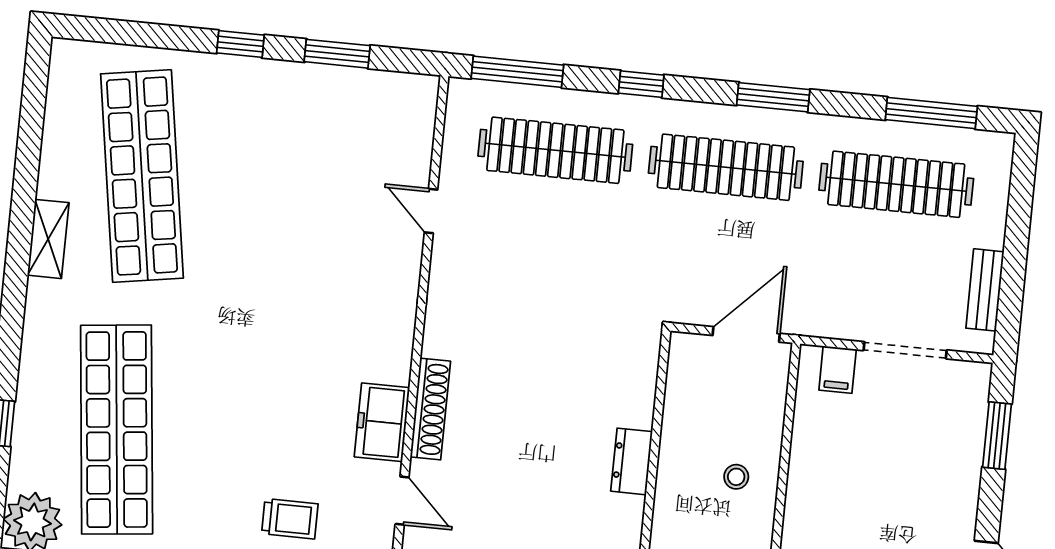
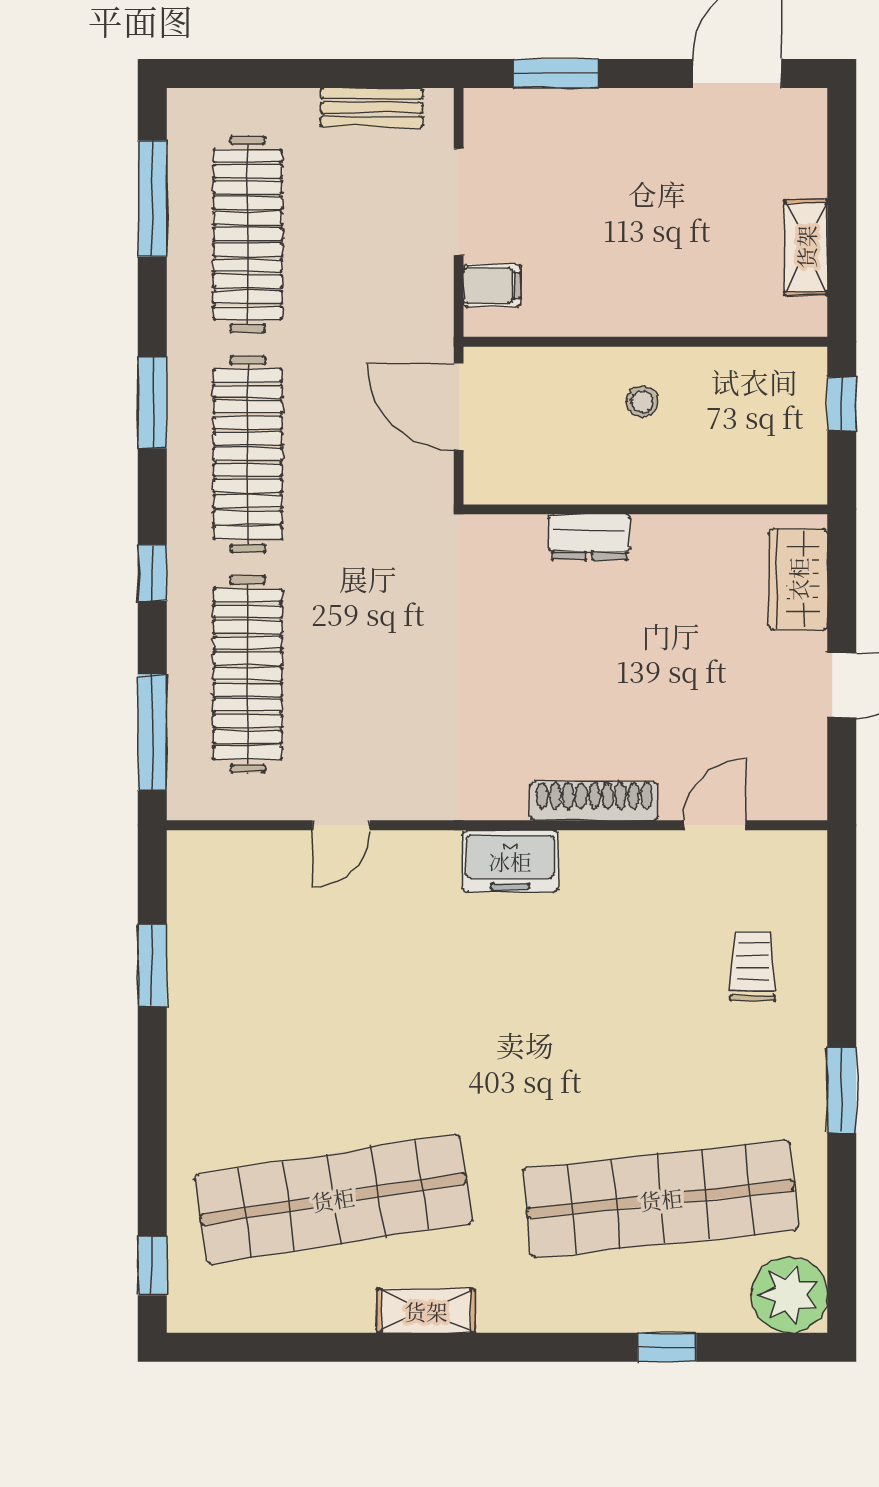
window: (240, 44) -> (152, 1266), moved
freezer: (382, 422) -> (510, 861), moved
dresser: (632, 461) -> (589, 537), moved

